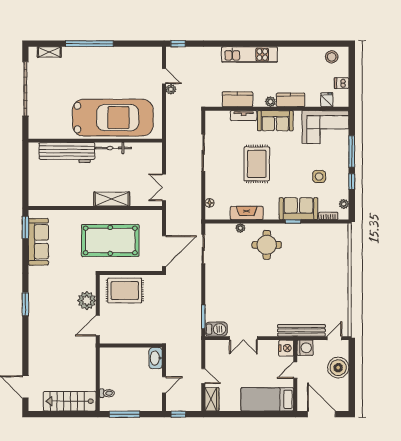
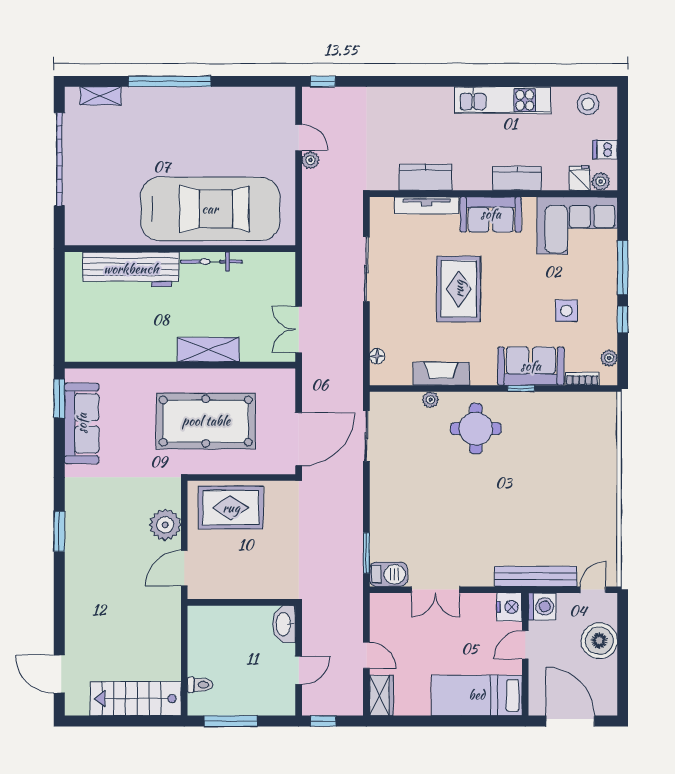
kitchen unit: (249, 55) -> (503, 100), moved
plant: (270, 102) -> (601, 181), moved
tv unit: (244, 116) -> (427, 205), width x1.41

